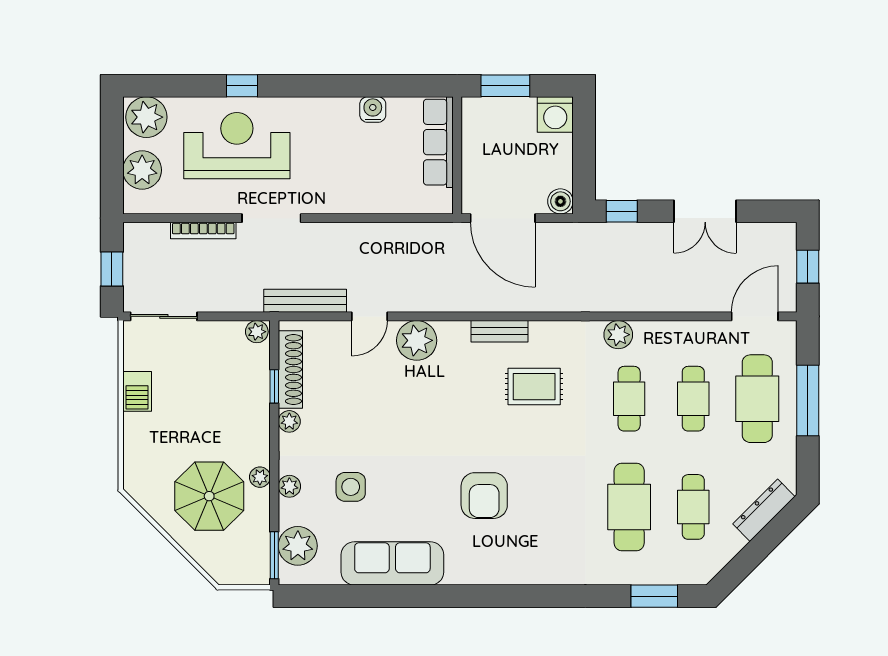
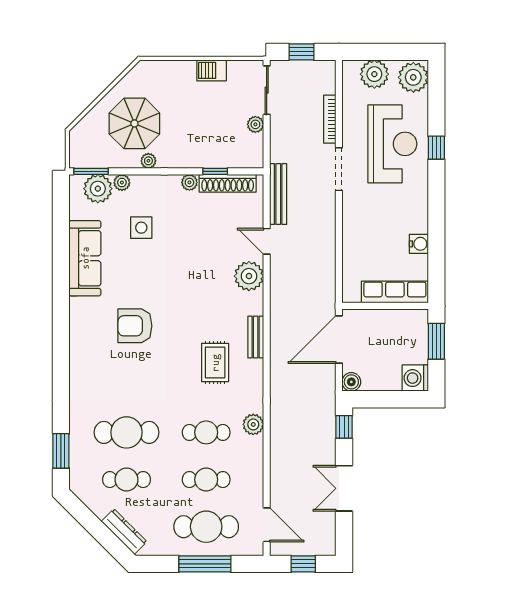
plant: (257, 332) -> (255, 124), moved
plant: (289, 486) -> (122, 183), moved

